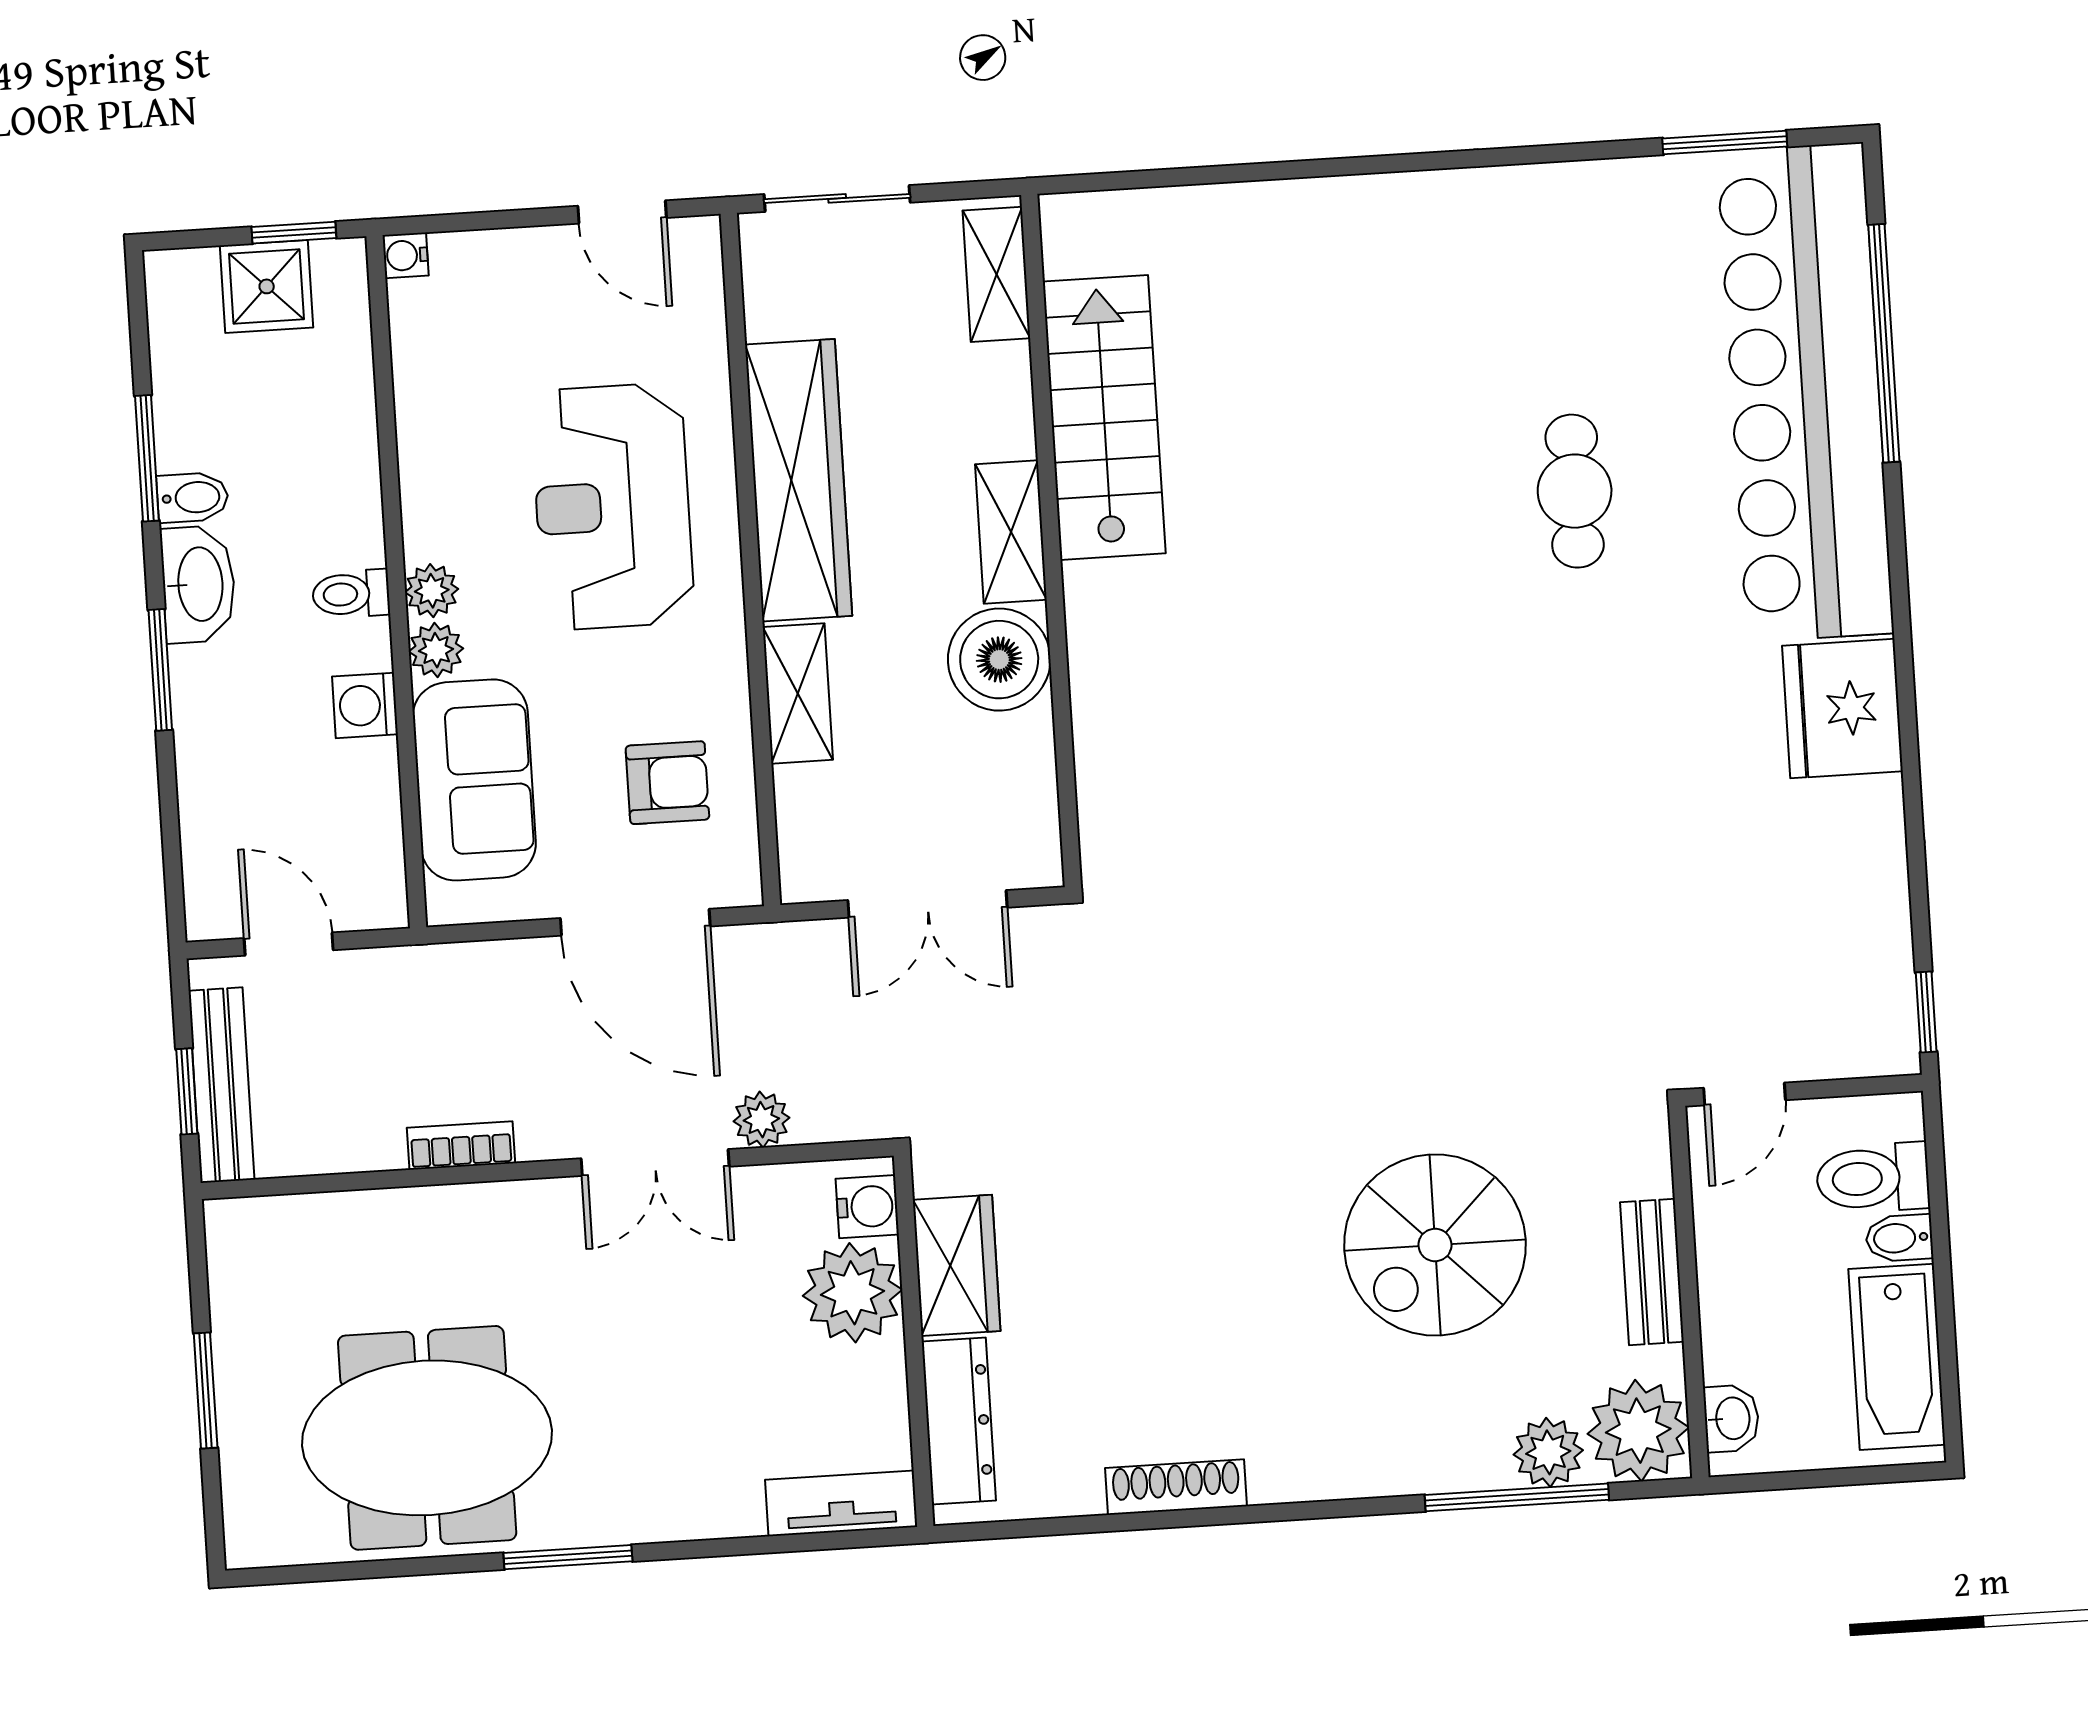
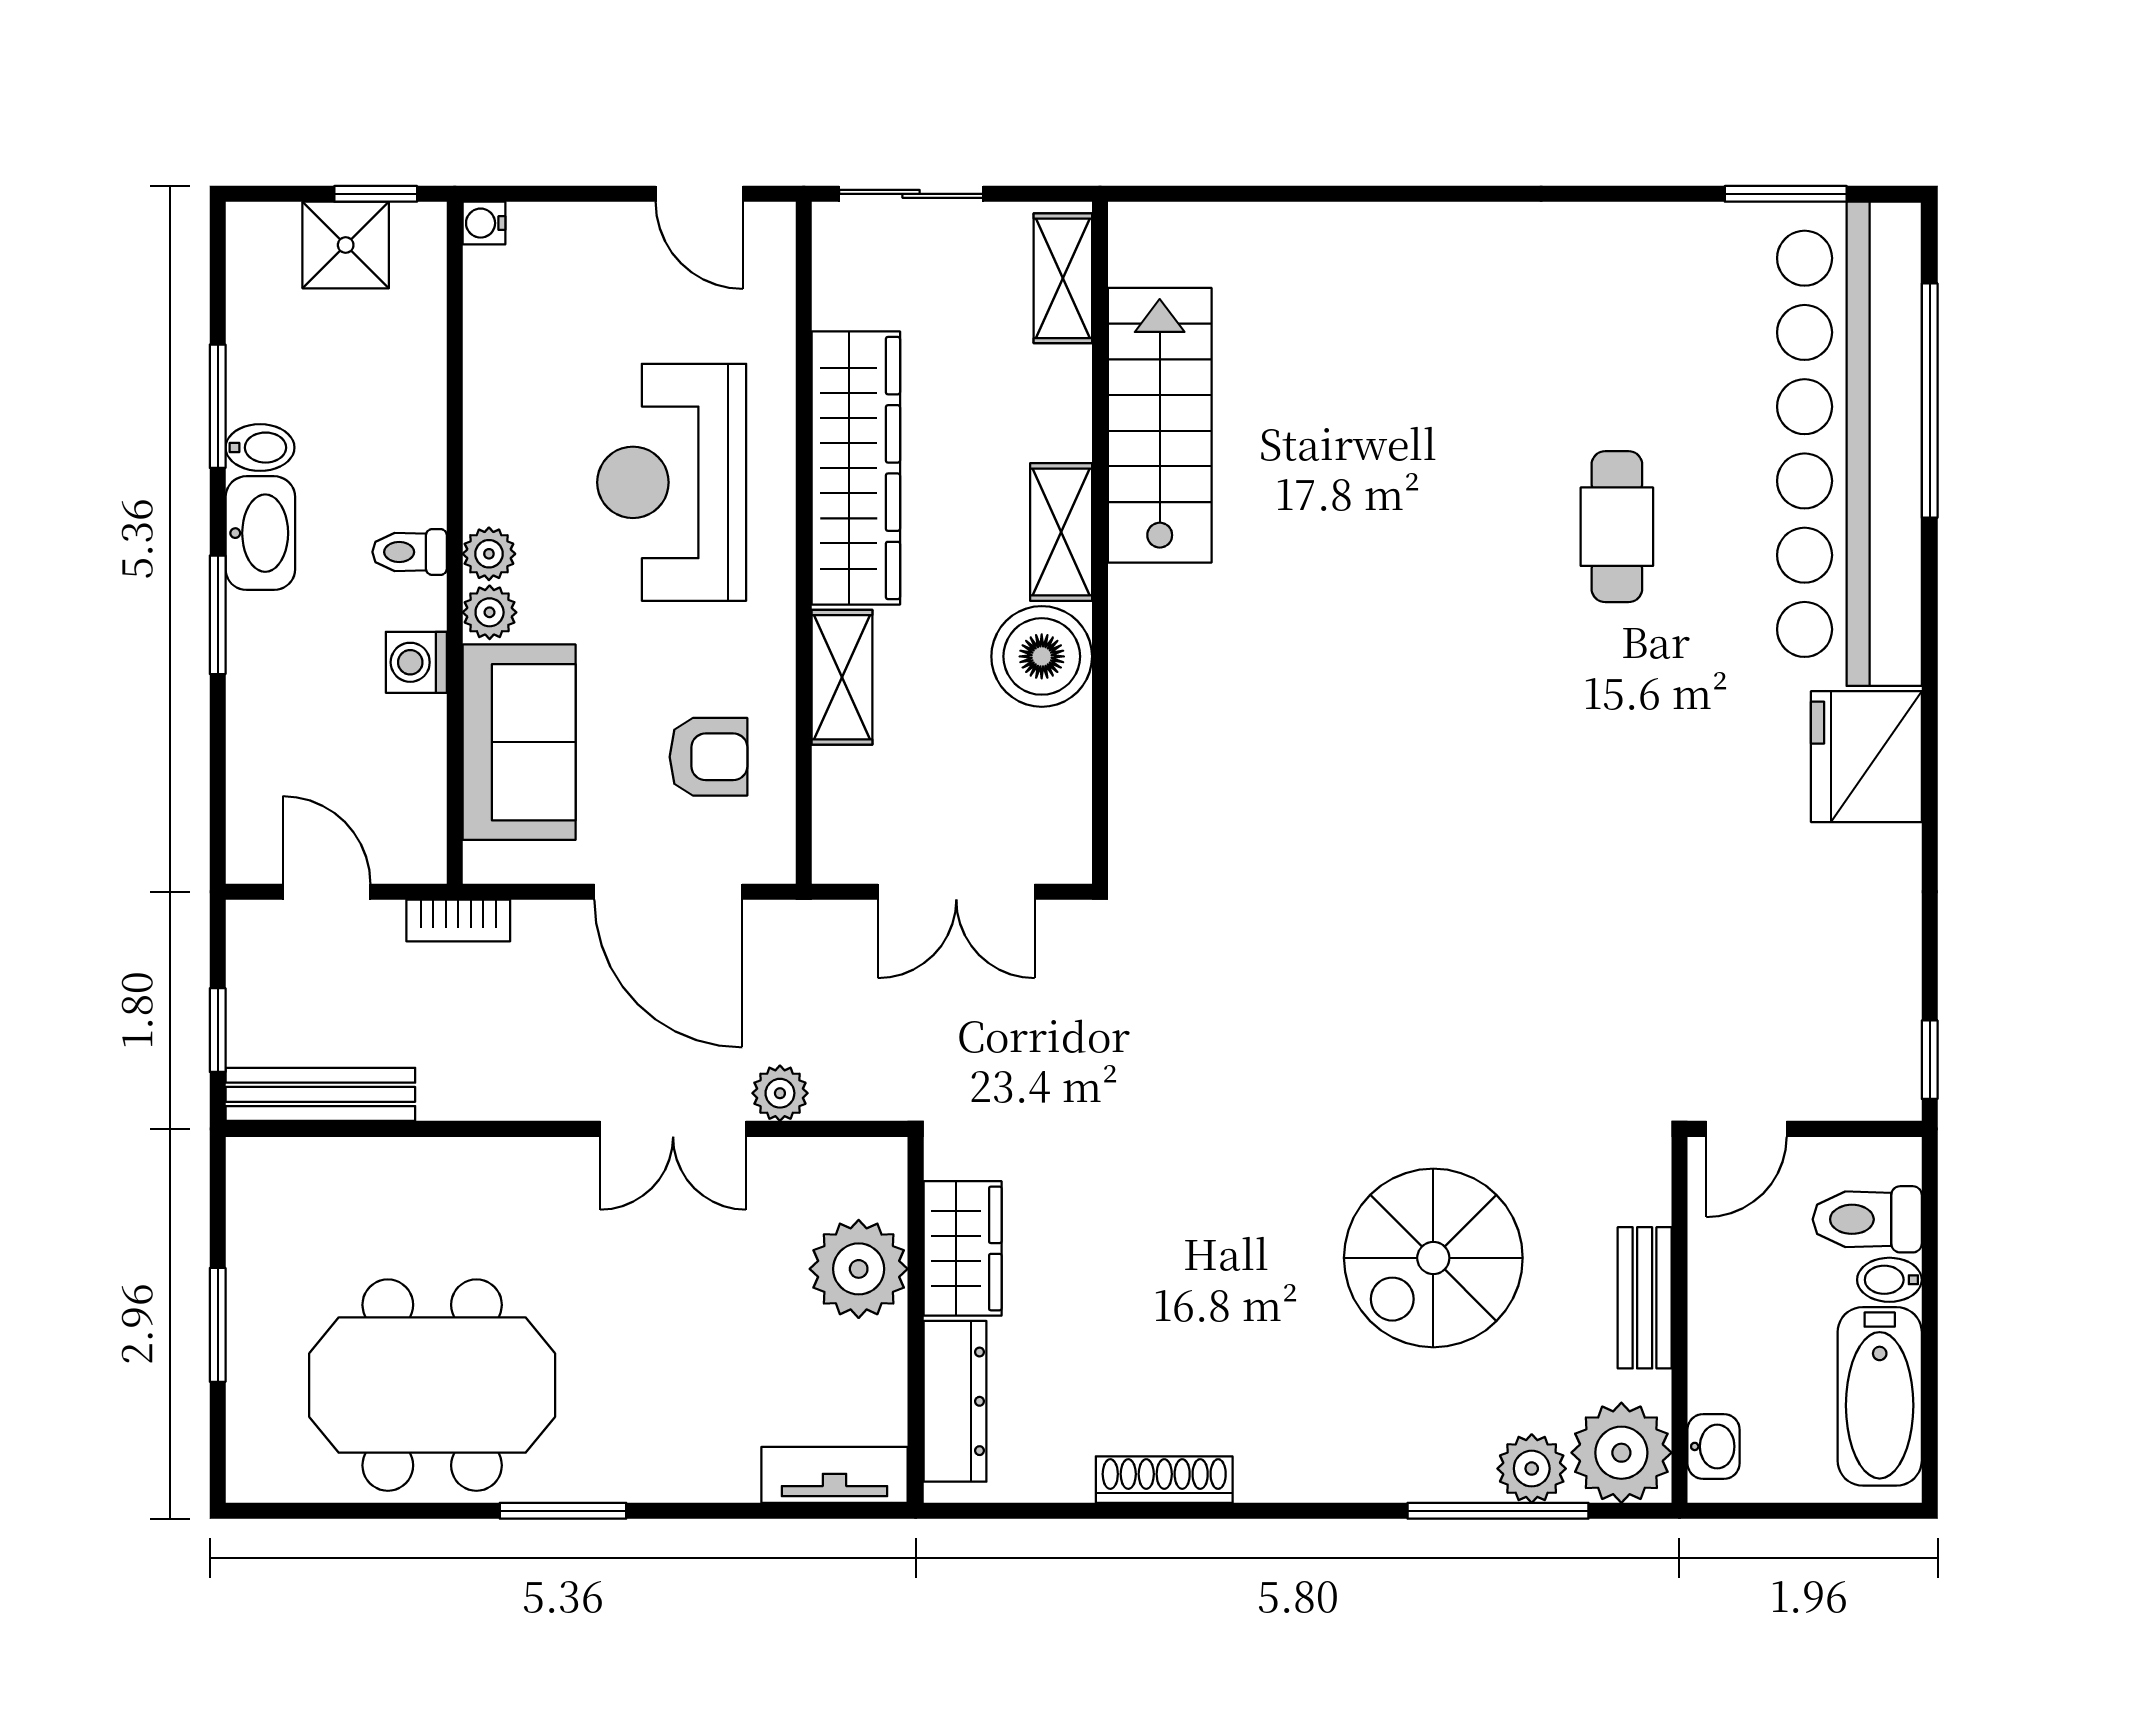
bench: (221, 1085) -> (320, 1094), moved, turned 90
bookcase: (461, 1145) -> (458, 920), moved, turned 180
water cooler: (867, 1207) -> (878, 1185), removed

